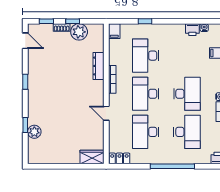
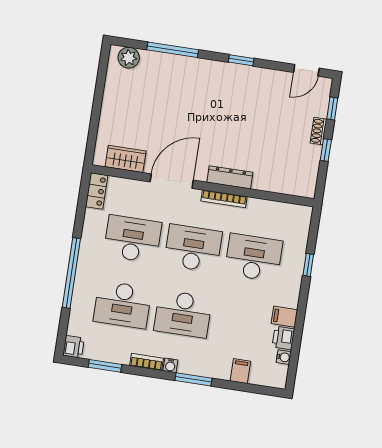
filing cabinet: (114, 31) -> (284, 317), moved
plant: (79, 32) -> (307, 158), removed
dresser: (98, 66) -> (230, 177), moved
door: (106, 113) -> (172, 181), width x1.88
window: (25, 125) -> (173, 50), width x2.17
plant: (34, 132) -> (129, 58), moved
wardrobe: (92, 157) -> (126, 159), moved, turned -90

